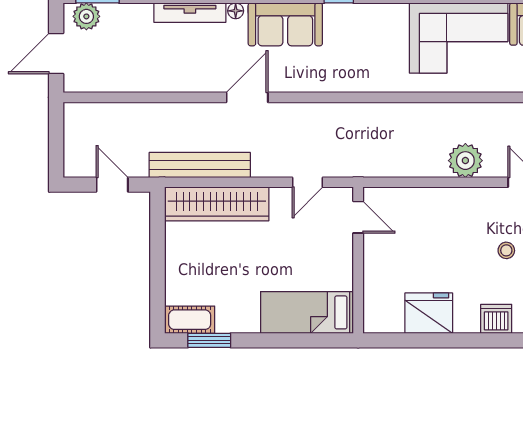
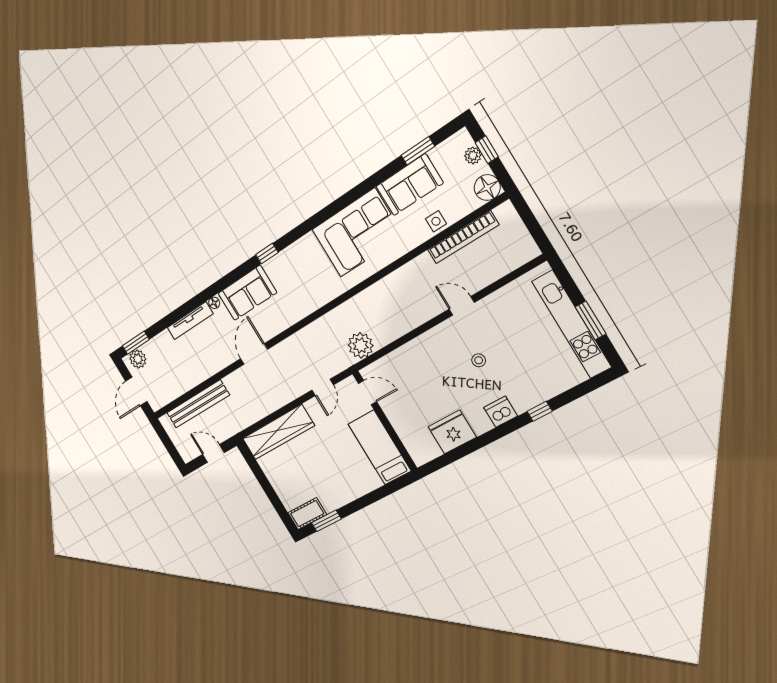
plant: (465, 161) -> (361, 345), moved
bench: (200, 165) -> (198, 404), moved
bed: (307, 312) -> (380, 447), moved, turned 90

